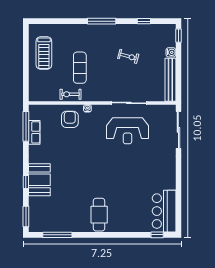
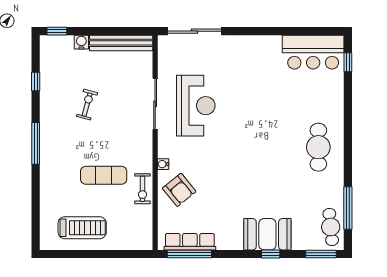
armchair: (70, 119) -> (179, 190), turned -129
row of seats: (34, 132) -> (190, 242), width x1.48
cafe table: (99, 215) -> (318, 147), turned 90
cafe table: (44, 223) -> (331, 227), added

